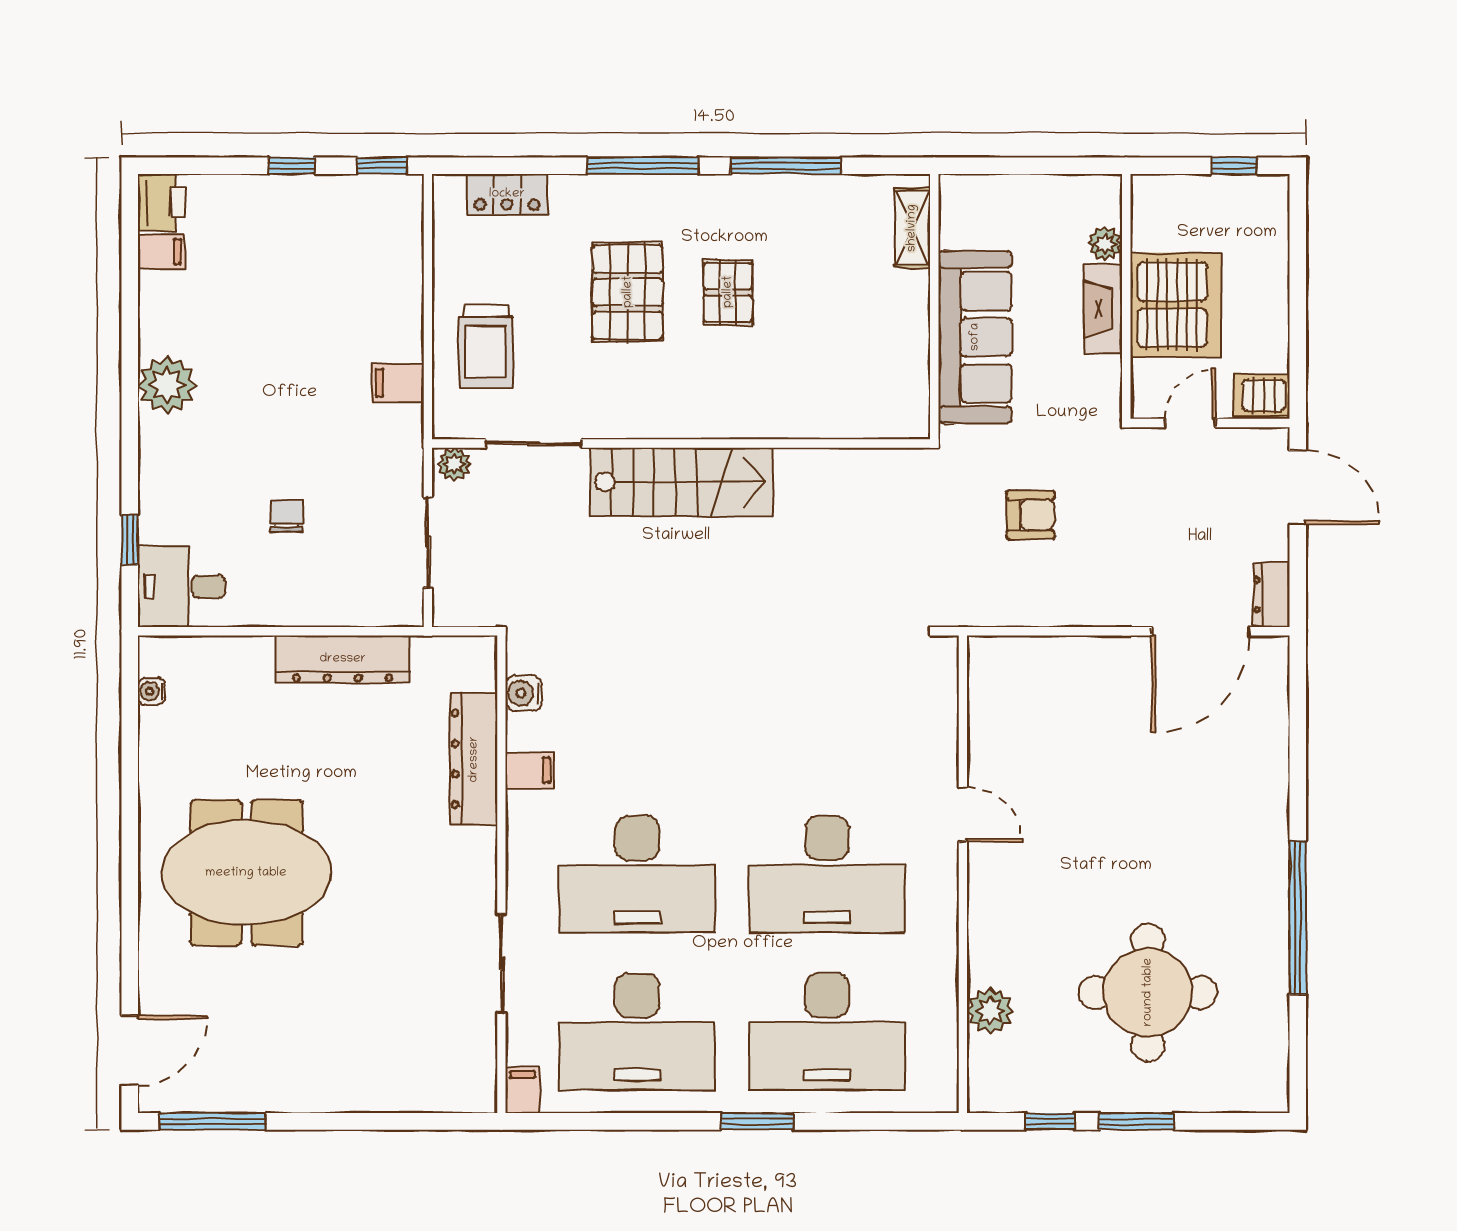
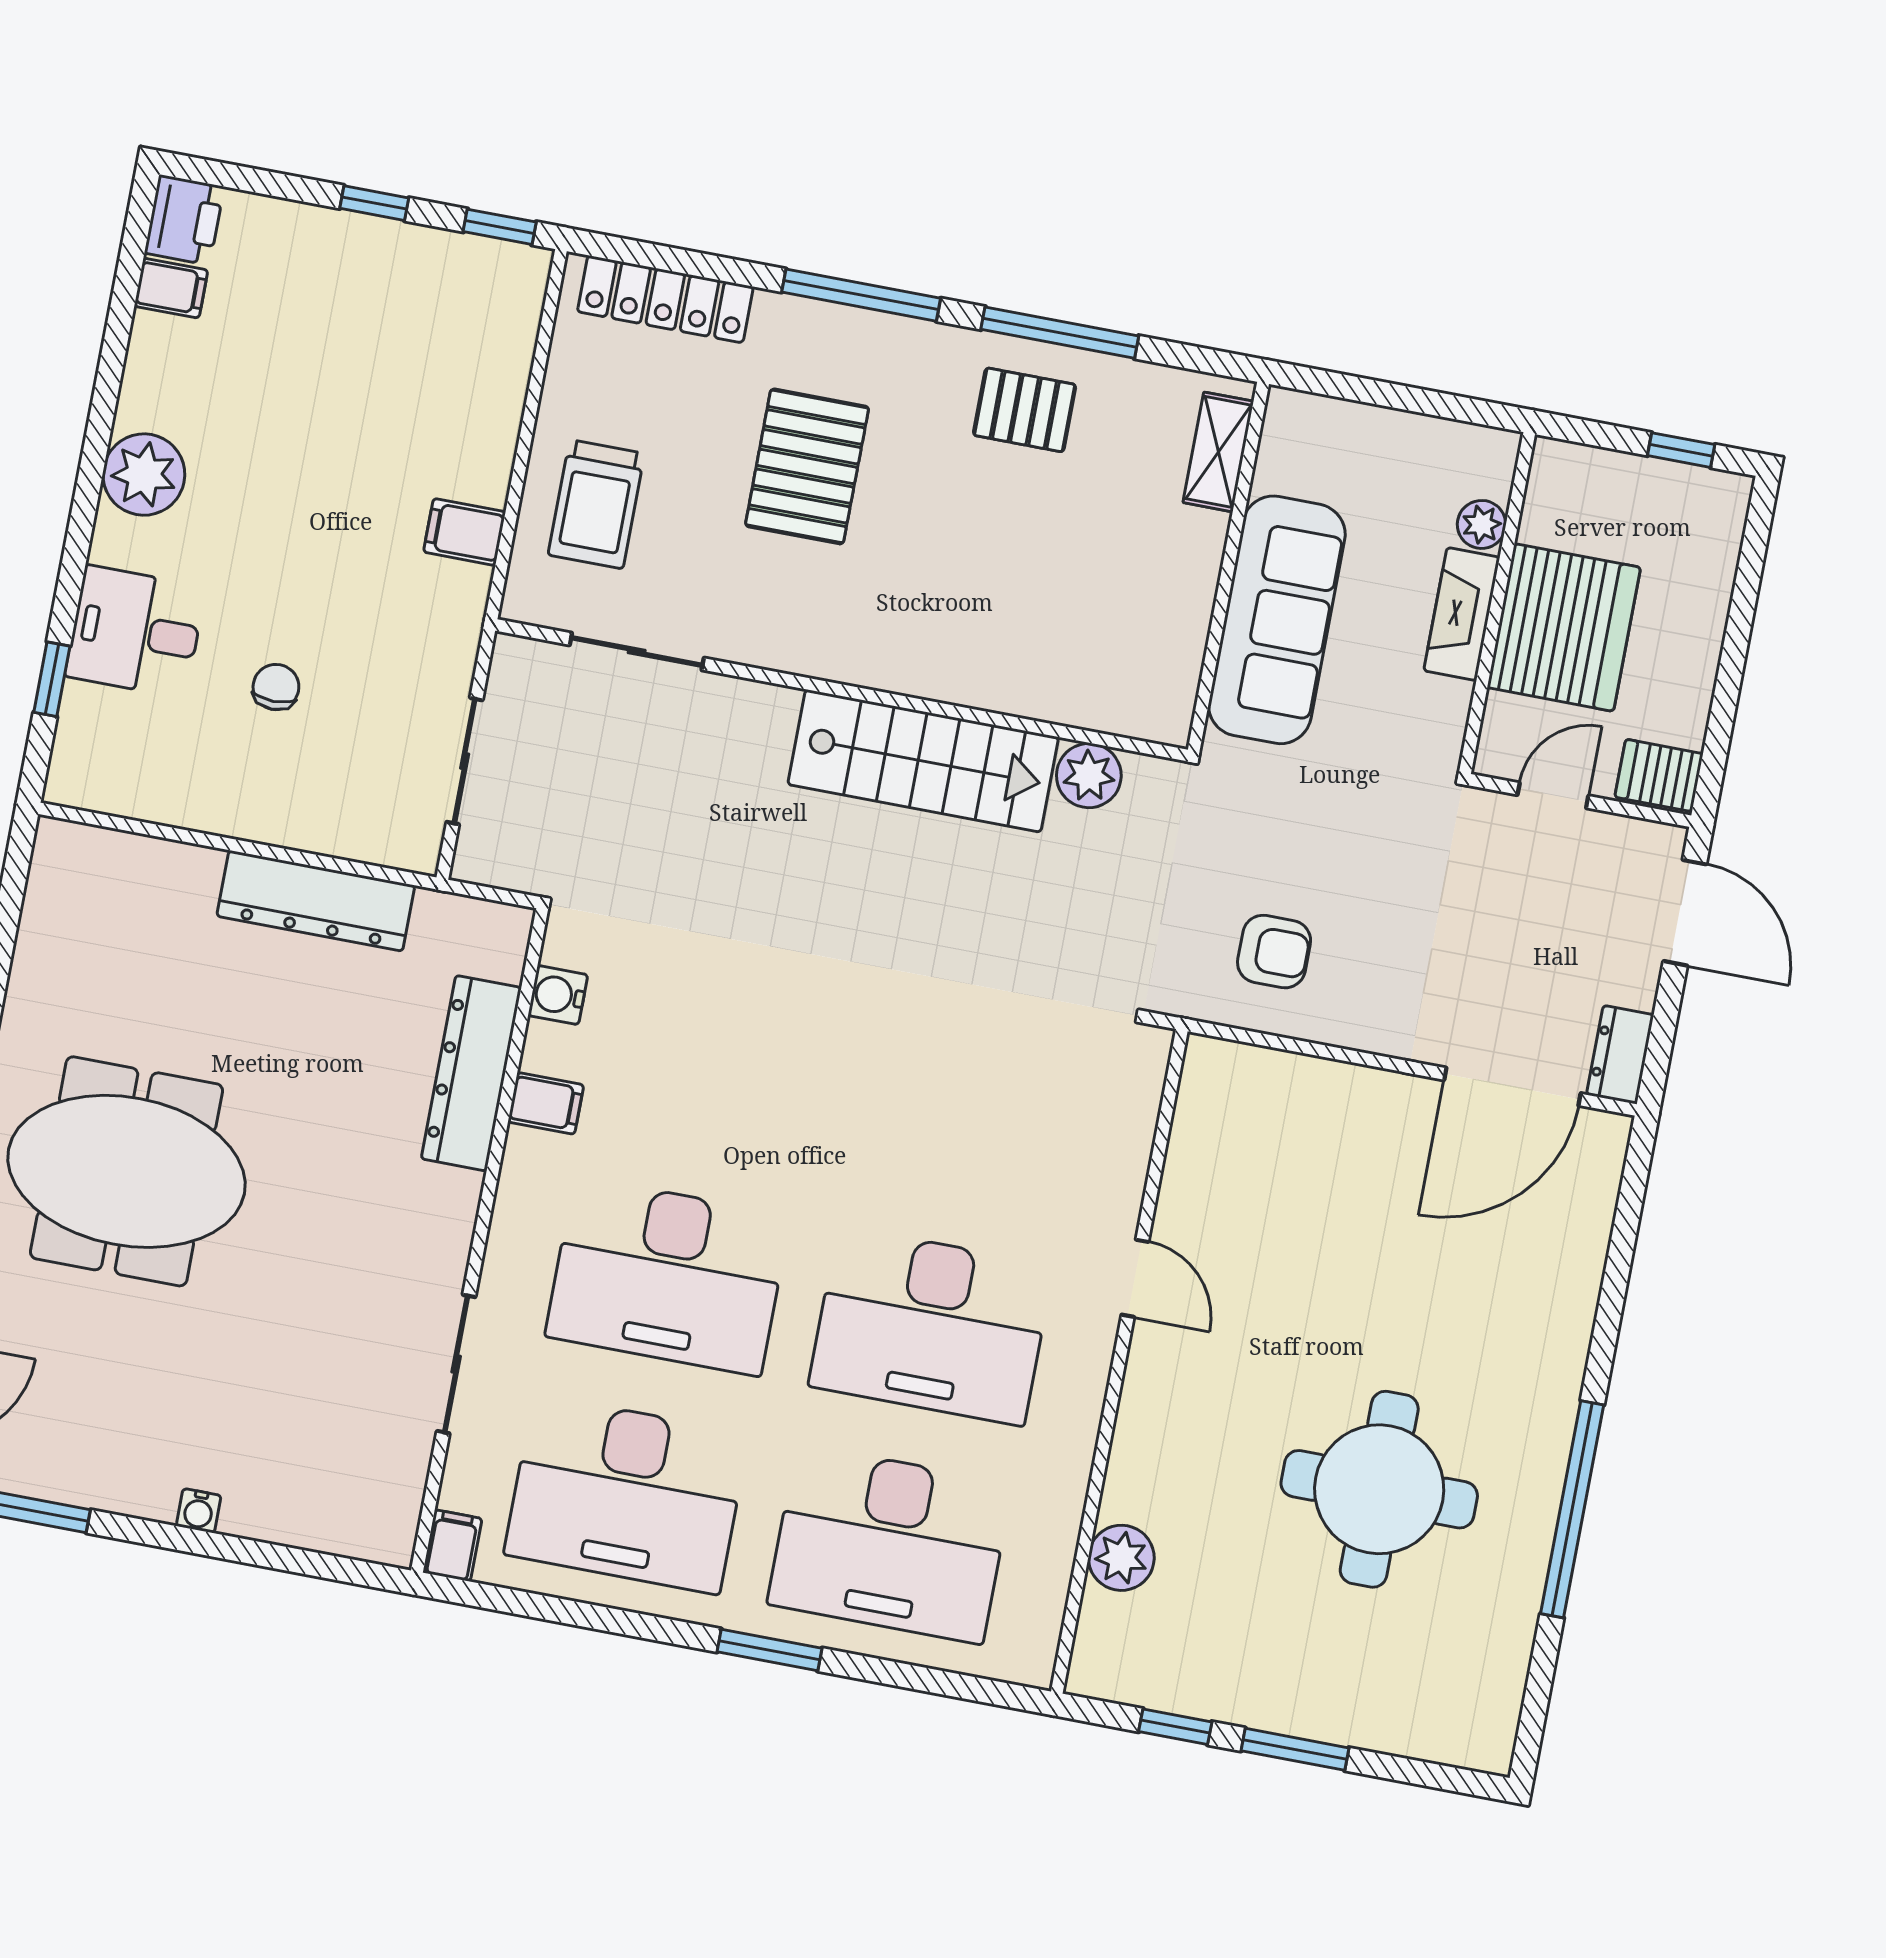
locker: (507, 194) -> (665, 299), width x1.53
pallet: (728, 292) -> (1025, 410), moved, turned 90
plant: (454, 464) -> (1089, 776), moved, width x1.38, depth x1.38
stairs: (681, 482) -> (923, 761), moved
armchair: (1031, 515) -> (1274, 952), moved
desk: (182, 587) -> (135, 632), moved
water cooler: (152, 691) -> (199, 1511), moved, turned -90
round table: (1148, 992) -> (1379, 1489), moved

